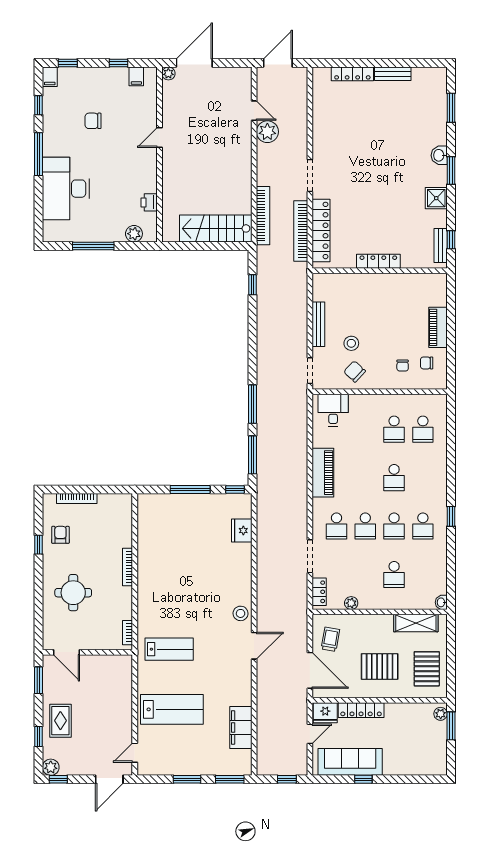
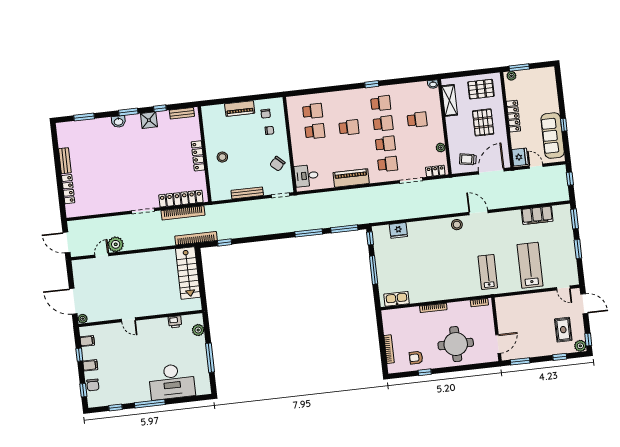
filing cabinet: (50, 77) -> (90, 365), moved
chair: (93, 121) -> (93, 385), moved
bookcase: (263, 216) -> (196, 238), moved
window: (451, 240) -> (160, 108), moved
stool: (351, 343) -> (222, 157), moved
kitchen sink: (146, 517) -> (397, 299), added
round table: (73, 593) -> (456, 344), width x1.36, depth x1.36
locker: (361, 710) -> (513, 116), moved
rug: (60, 721) -> (563, 330), moved, turned 90

